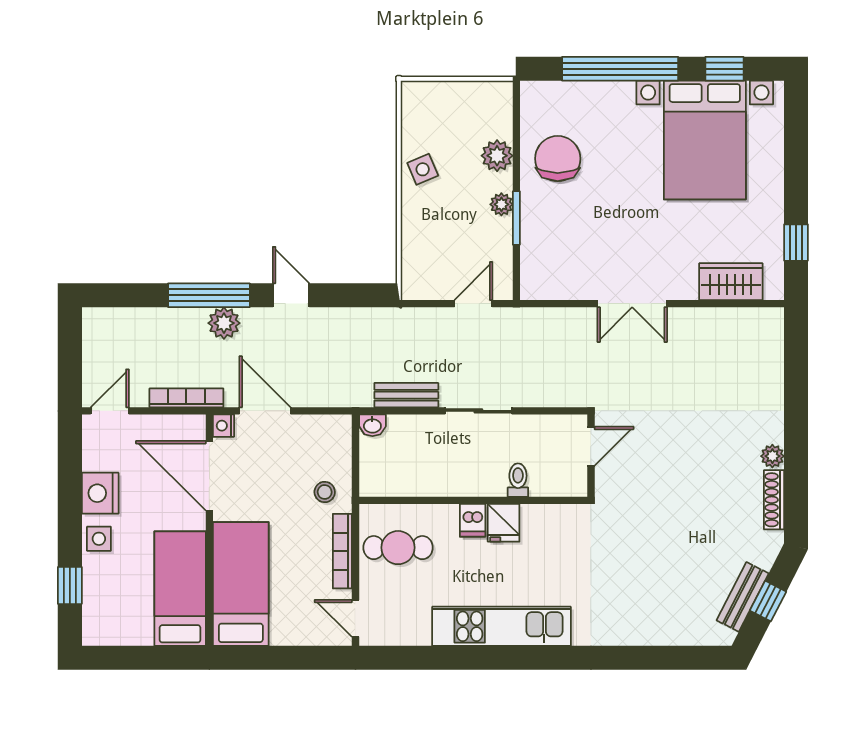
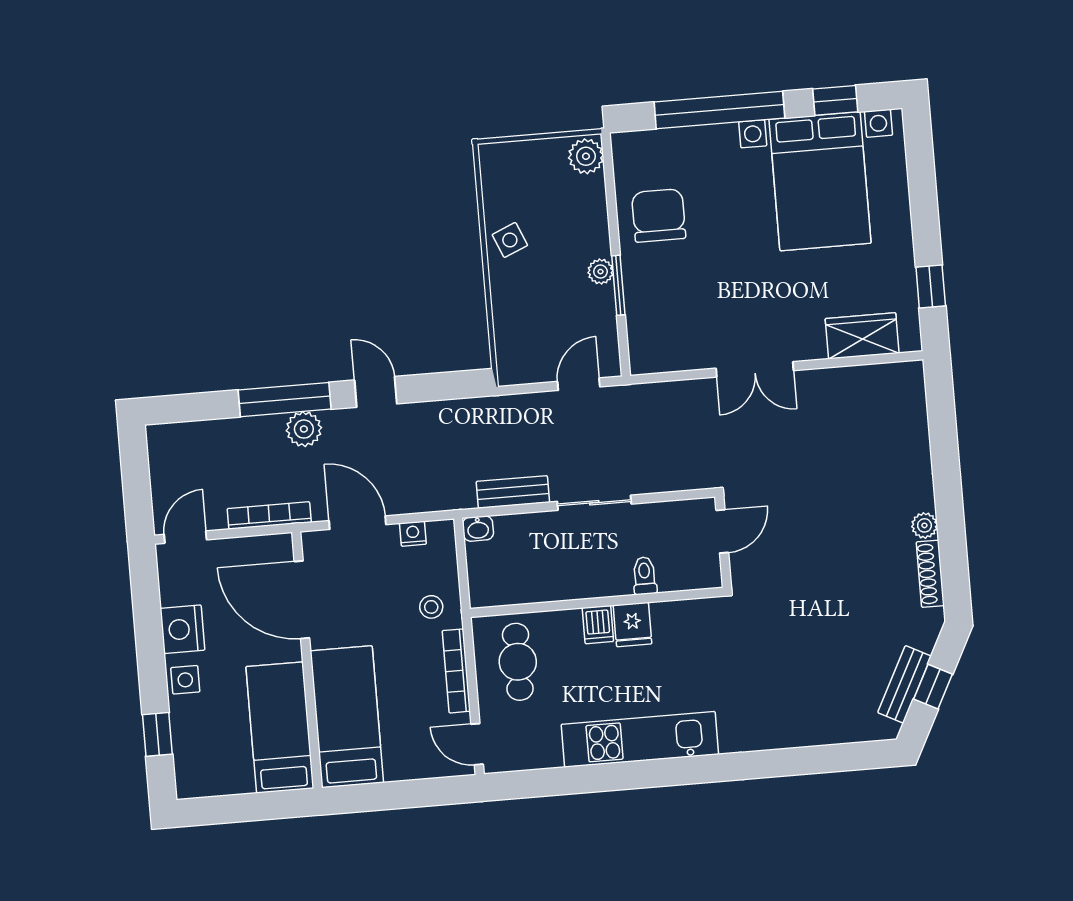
plant: (497, 156) -> (586, 156), moved
nightstand: (223, 426) -> (413, 534), moved, turned 90
cafe table: (398, 548) -> (518, 662), turned 90

